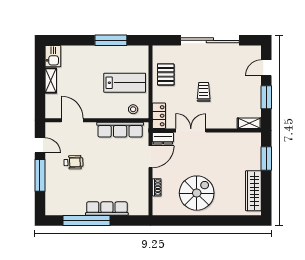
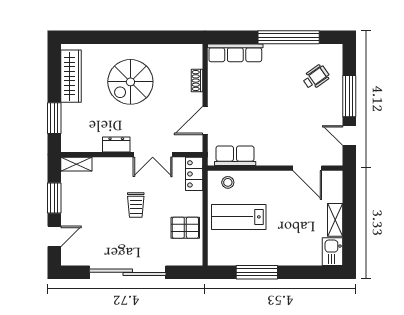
pallet: (166, 74) -> (185, 228), turned 90
row of seats: (120, 130) -> (235, 156), width x0.68
dresser: (163, 138) -> (116, 145), moved
wheelchair: (73, 162) -> (316, 77), moved, turned 147
spiral stairs: (197, 193) -> (130, 82), moved
row of seats: (107, 209) -> (235, 53), moved

